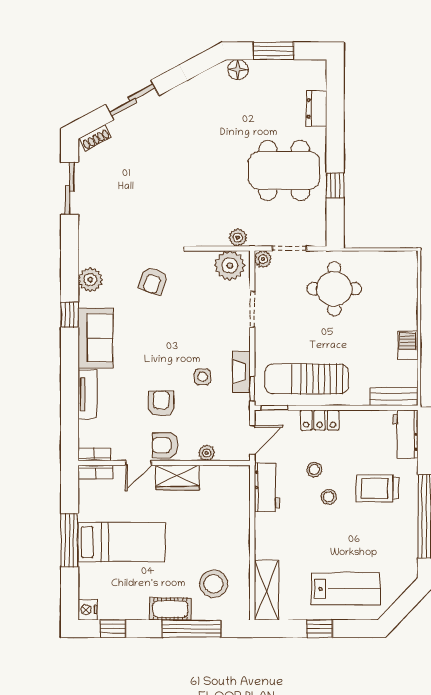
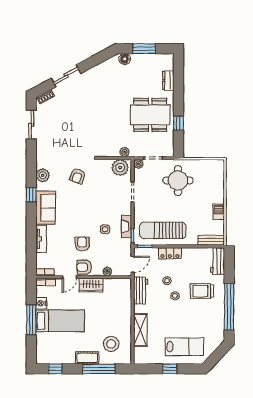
shelving: (266, 590) -> (140, 330), moved
nightstand: (88, 610) -> (41, 303), moved

